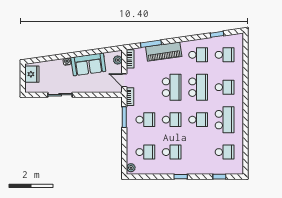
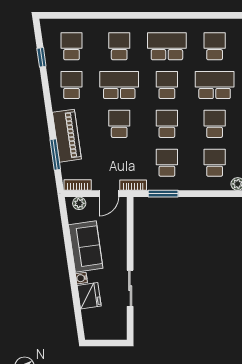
fridge: (32, 74) -> (89, 296), moved, turned 82
school desk: (172, 87) -> (119, 124), width x0.54
school desk: (198, 152) -> (215, 85), added

